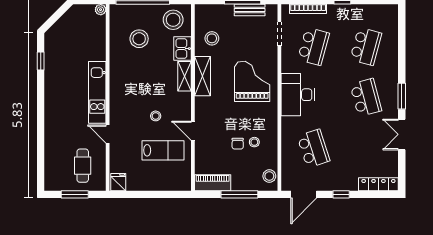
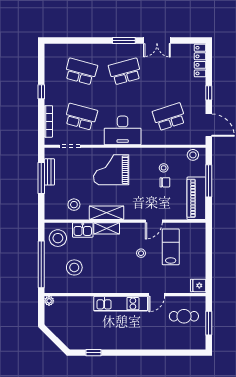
piano: (213, 183) -> (196, 198), width x1.37, depth x1.33

